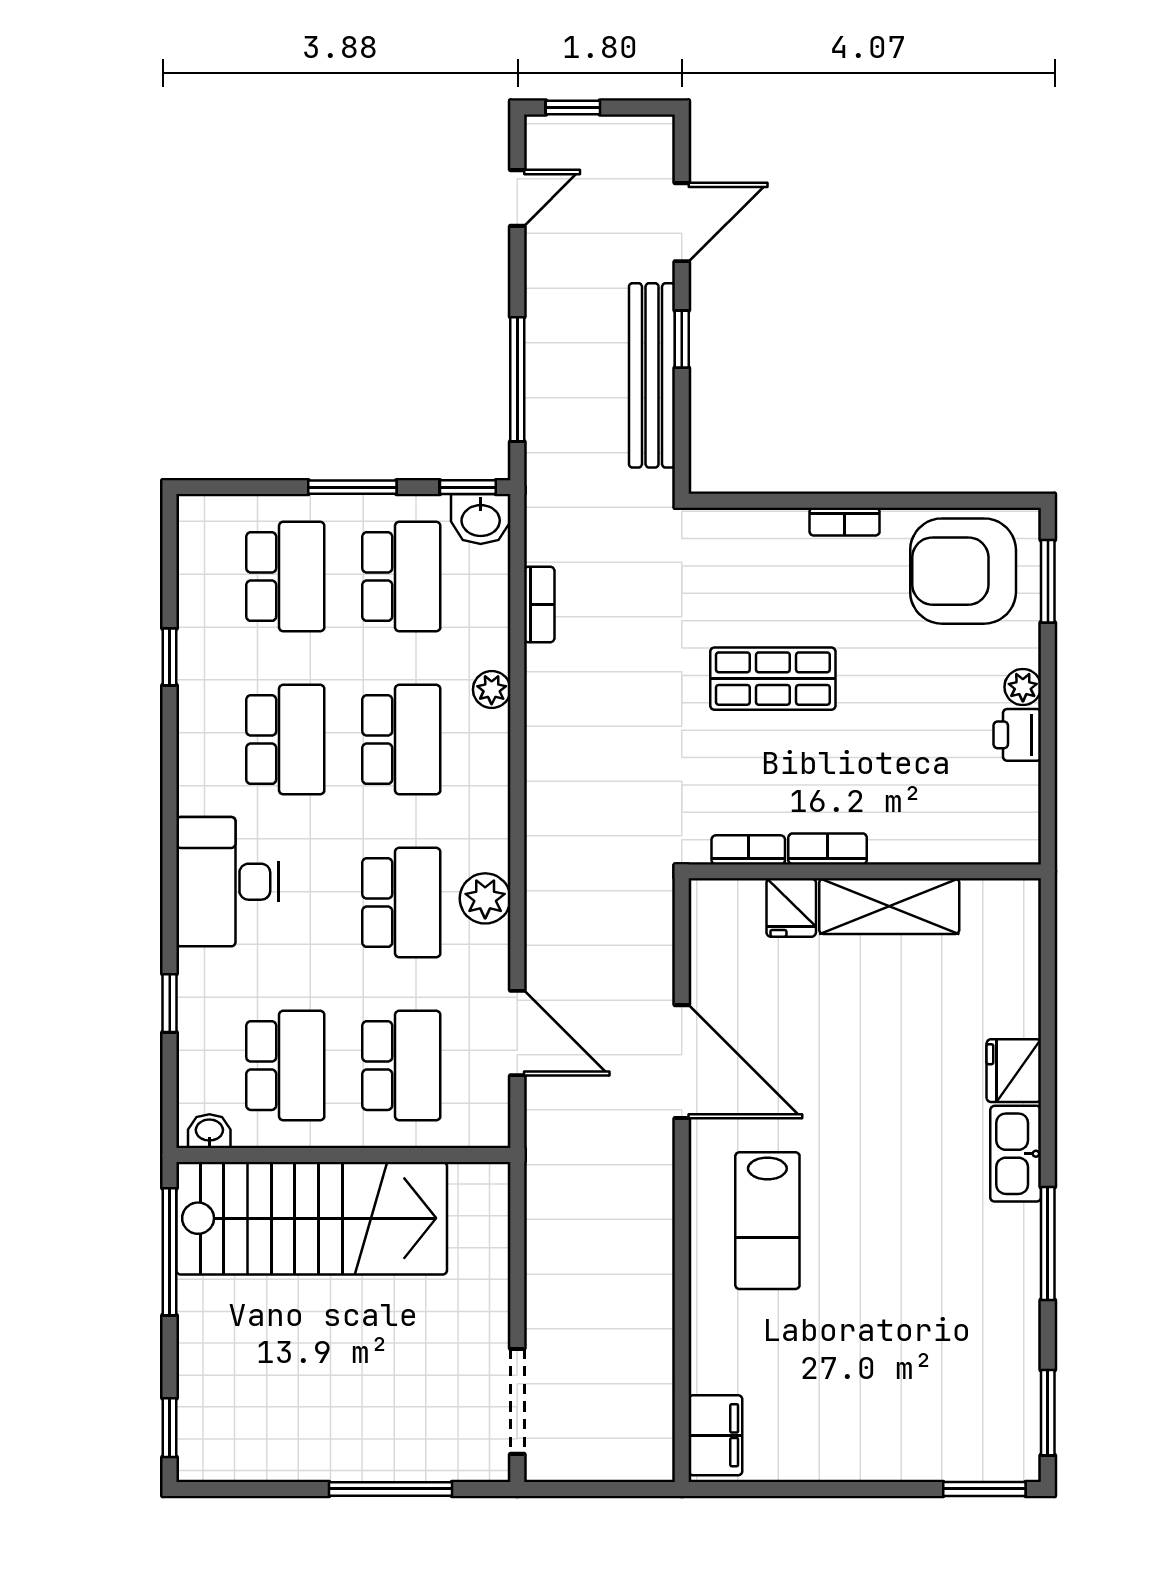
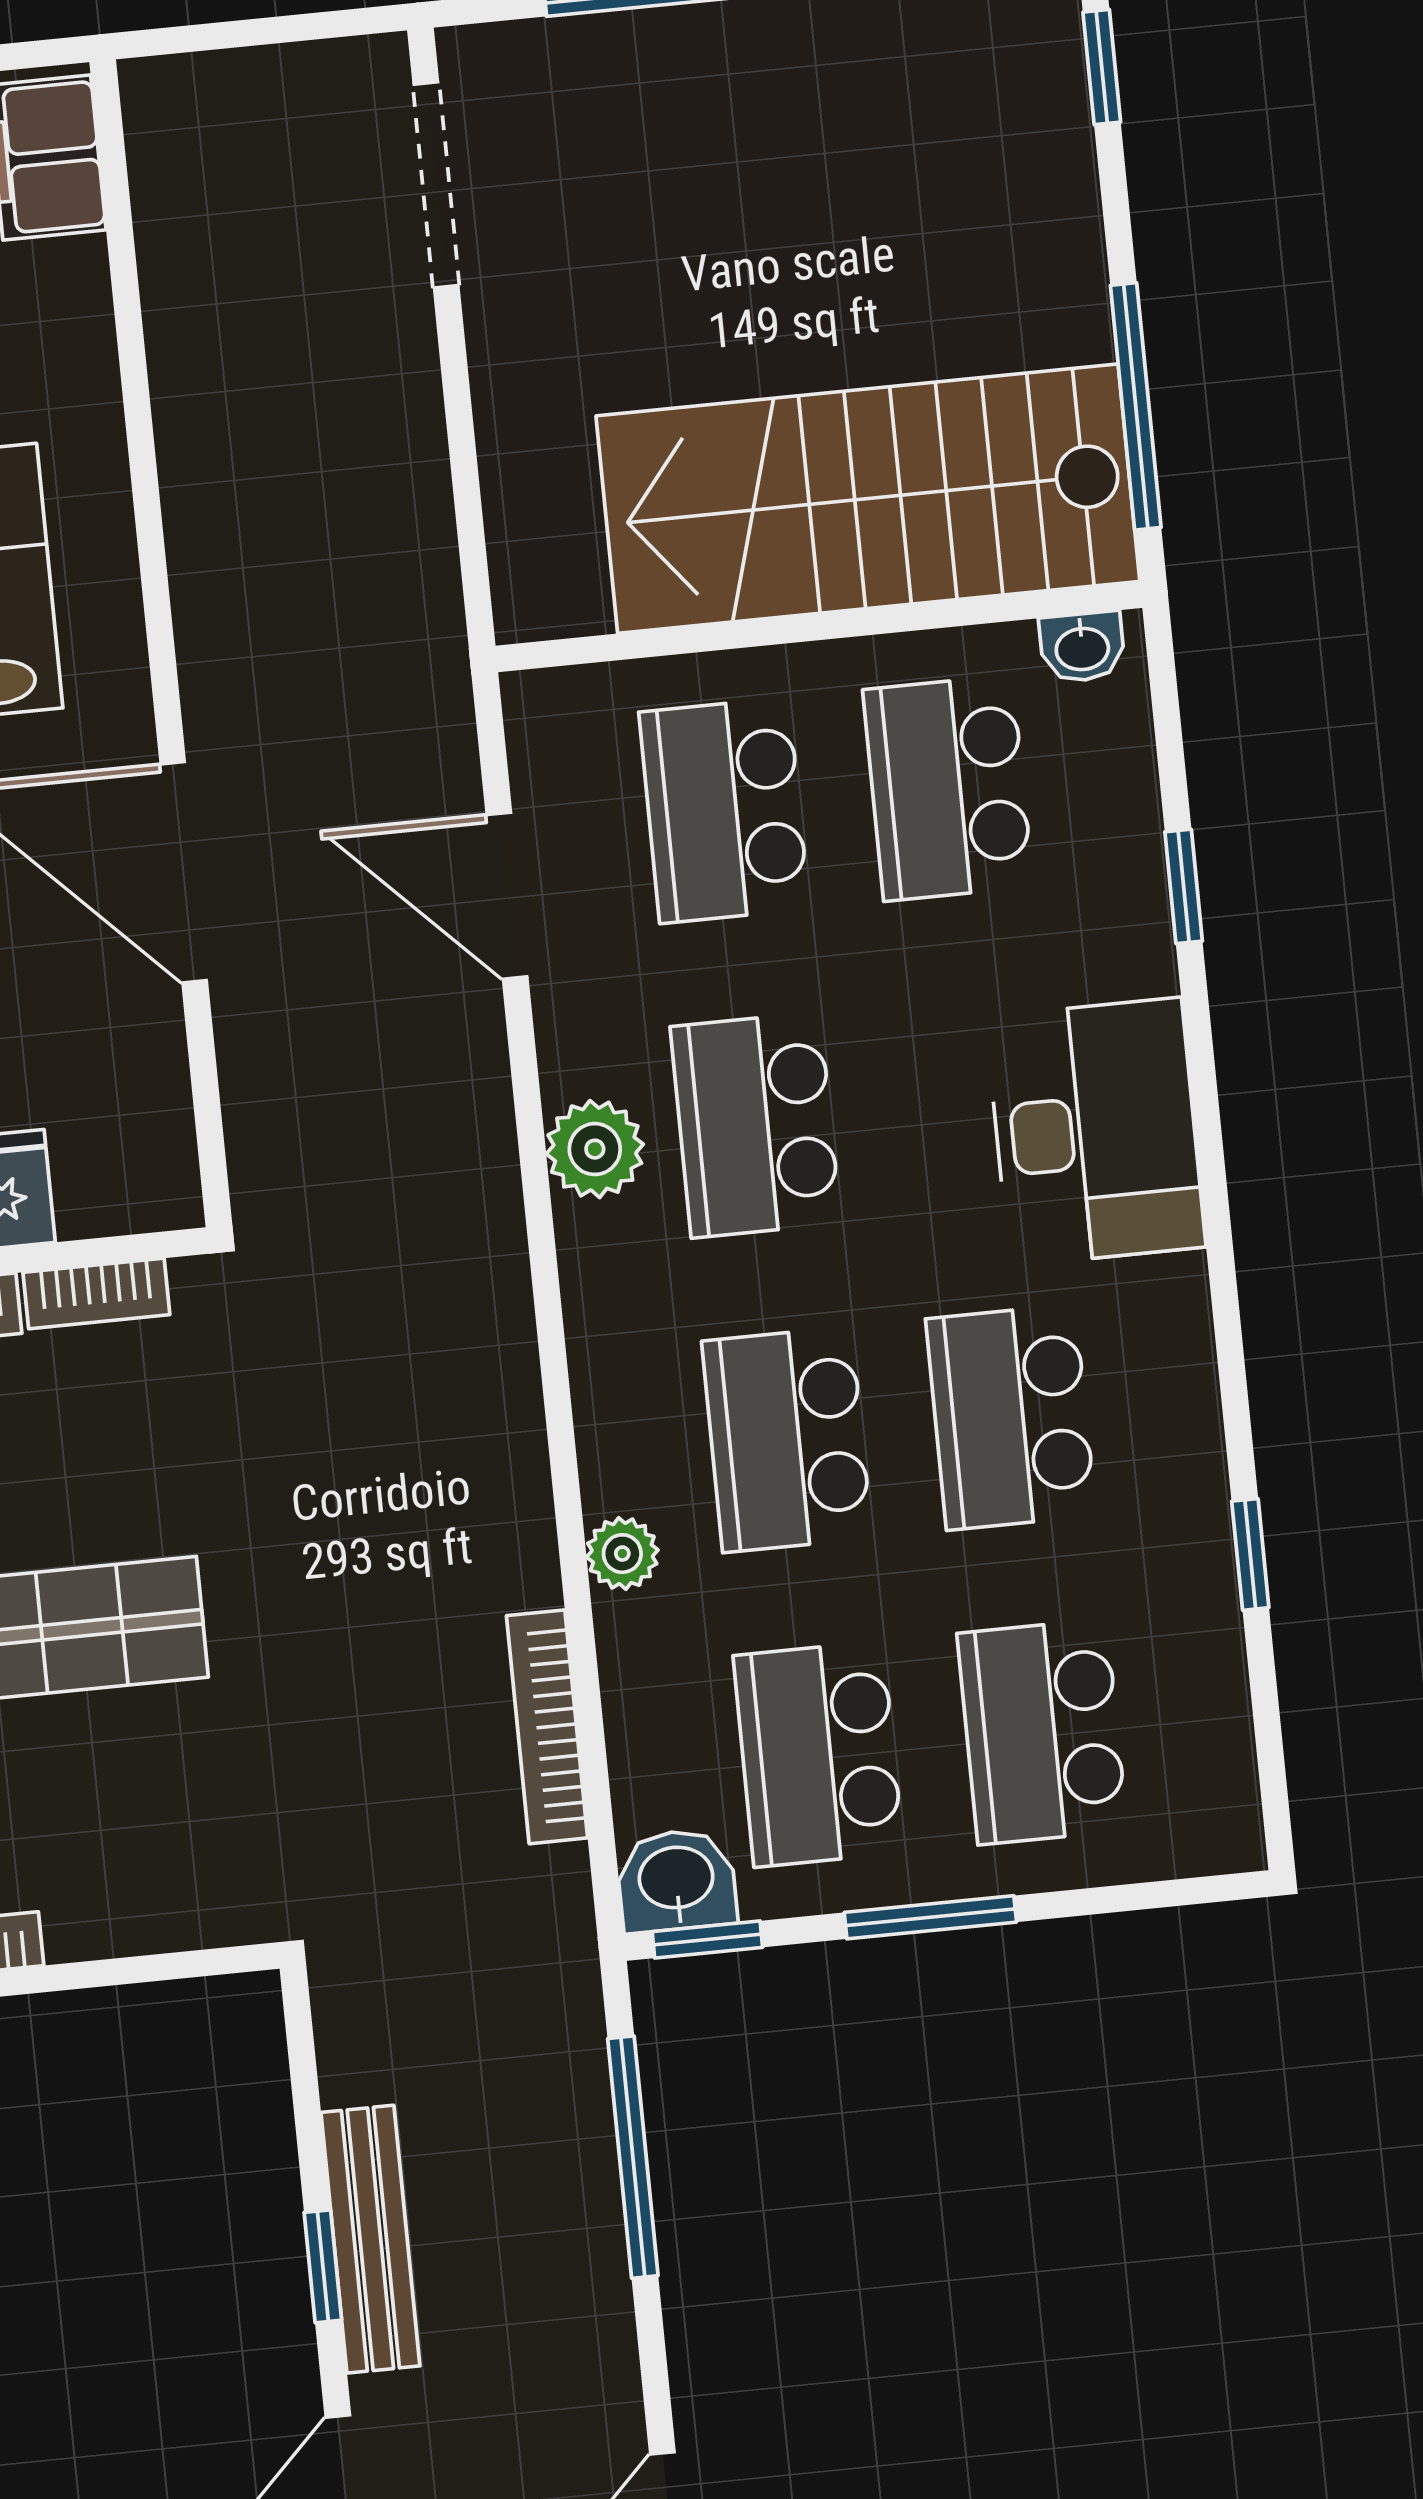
bench: (652, 375) -> (370, 2239), width x0.73, depth x0.82
bookcase: (539, 604) -> (547, 1727), width x1.56

